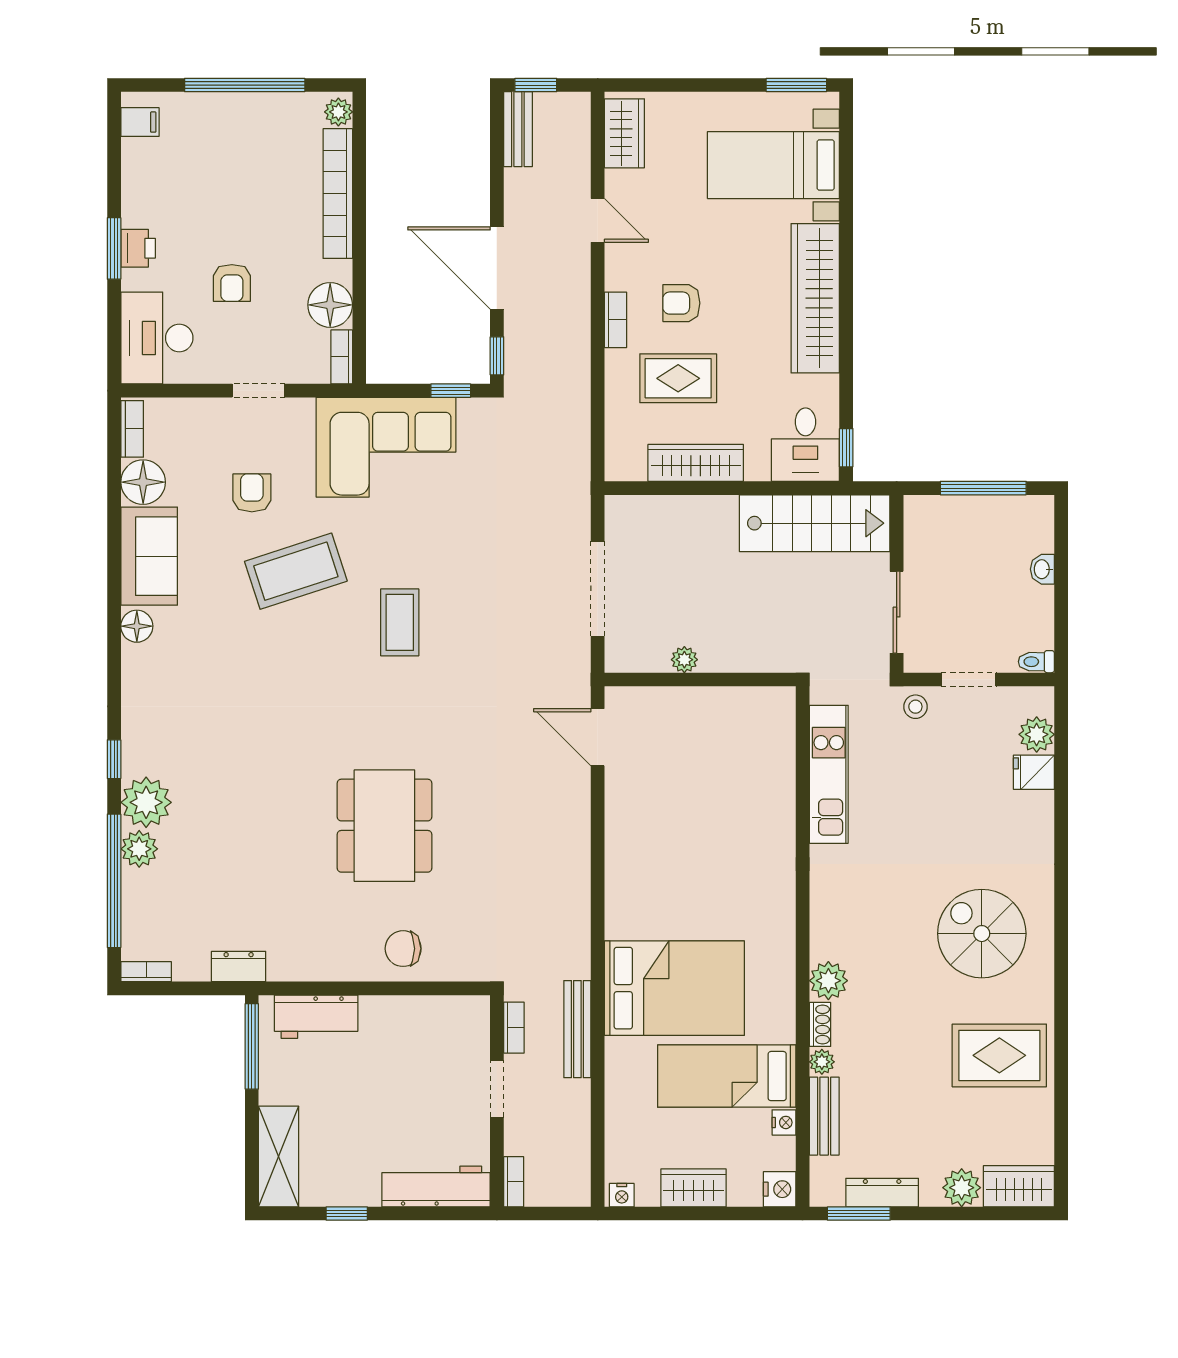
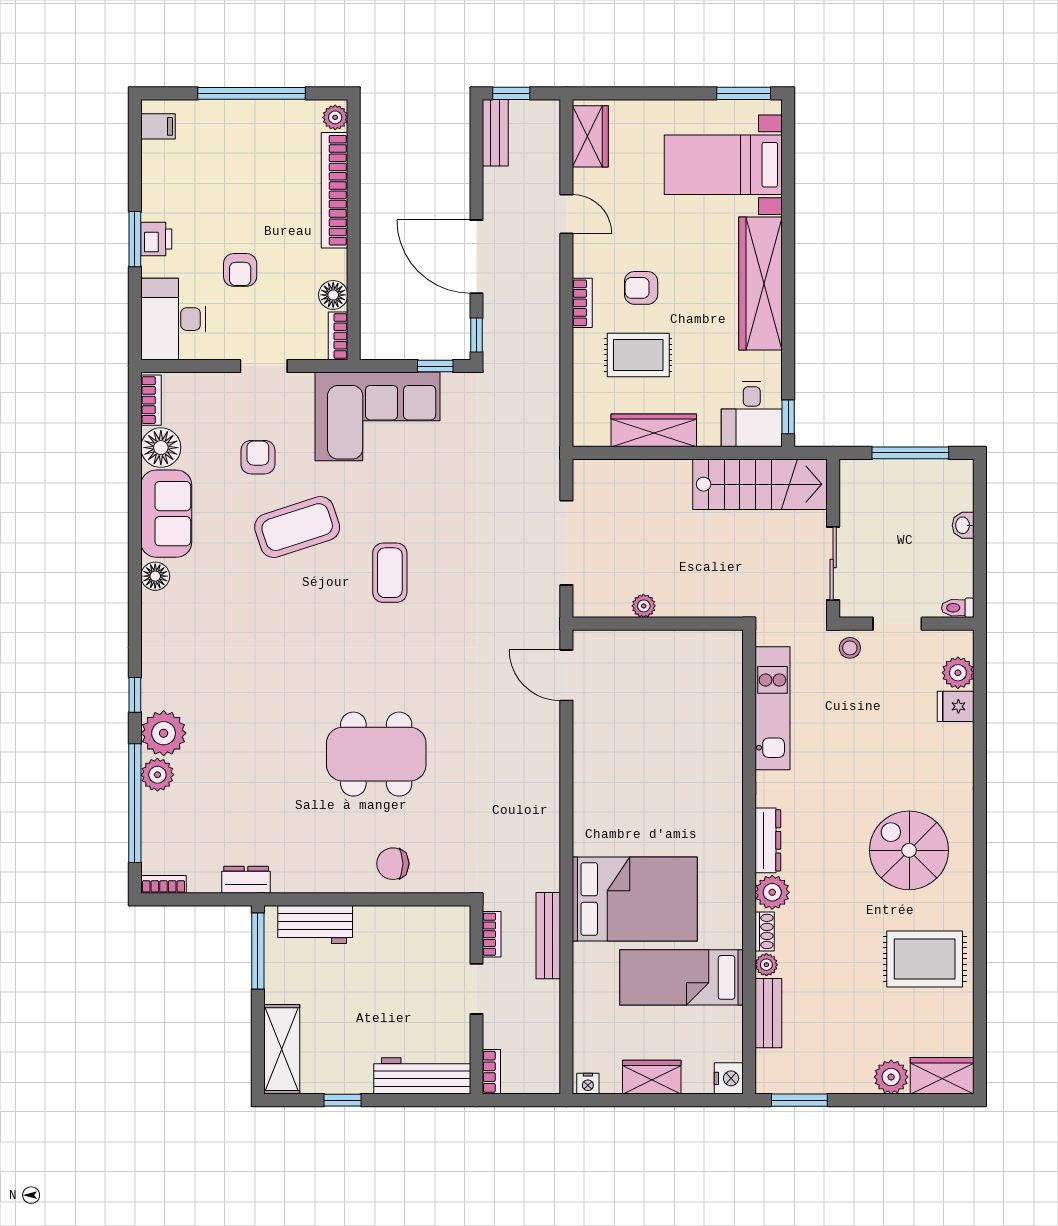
floor lamp: (330, 305) -> (333, 295), width x0.73, depth x0.73
dining table: (384, 826) -> (376, 754), turned 90
nightstand: (784, 1122) -> (733, 1019), removed
dresser: (882, 1193) -> (768, 840), moved, turned 90

